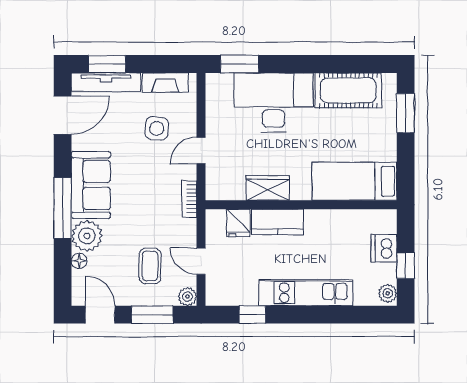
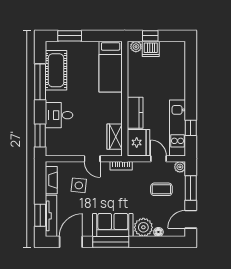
window: (329, 64) -> (40, 82), added
desk: (274, 102) -> (59, 115), width x0.53, depth x0.77
door: (63, 115) -> (71, 242), hinge flipped
wardrobe: (268, 188) -> (115, 137), moved
window: (63, 208) -> (111, 242), moved
fridge: (238, 223) -> (138, 143), width x1.88, depth x1.34
door: (201, 261) -> (159, 159), swing flipped
window: (406, 266) -> (150, 36), moved
kitchen unit: (306, 293) -> (178, 128), moved
plant: (388, 293) -> (136, 47), moved

